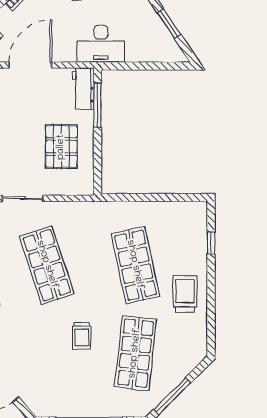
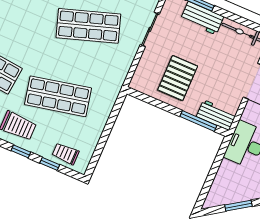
pallet: (61, 147) -> (178, 78), turned 90
window: (211, 279) -> (21, 151), added
trolley: (82, 336) -> (65, 154), moved

